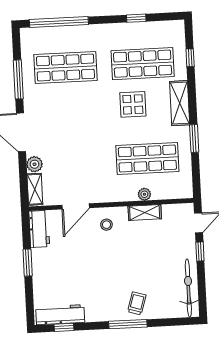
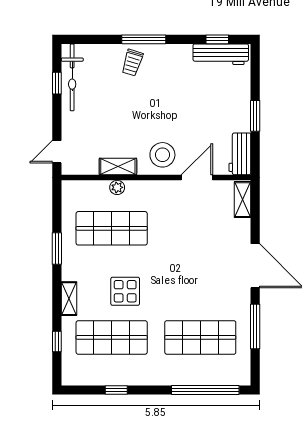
shelving: (180, 103) -> (69, 299), width x0.67, depth x0.75
plant: (35, 164) -> (242, 228), removed
stool: (106, 225) -> (162, 155), width x1.89, depth x1.89
window: (200, 251) -> (57, 83), moved

